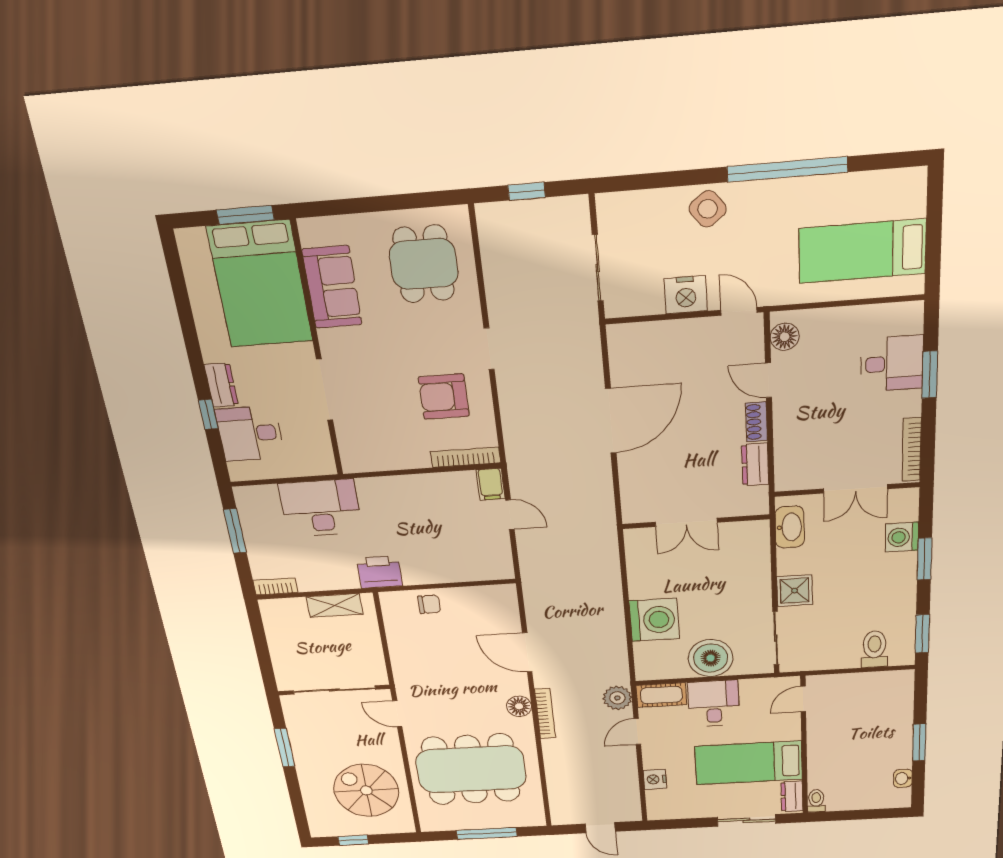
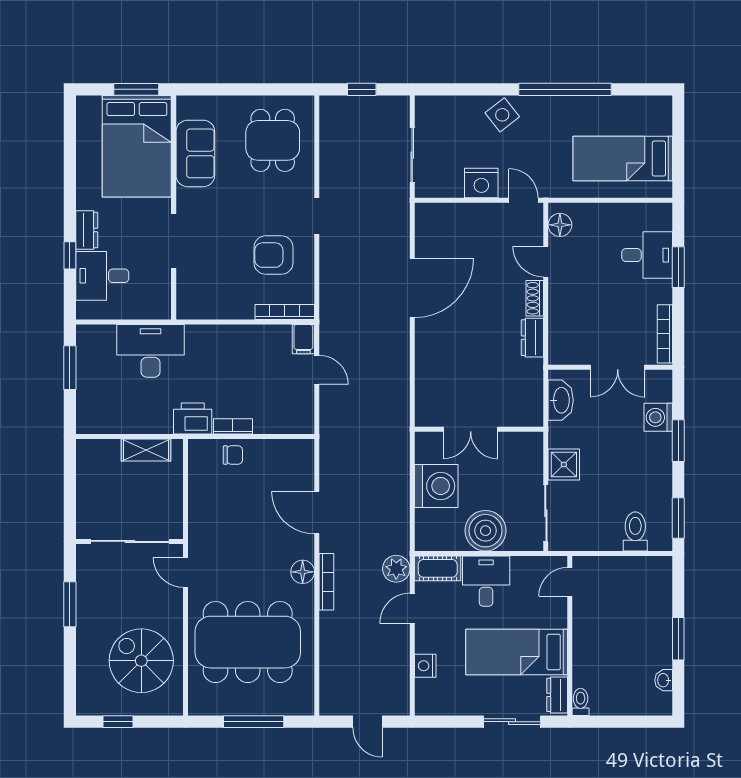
double door: (686, 522) -> (471, 429), moved
wall: (696, 522) -> (479, 429), moved
bookcase: (275, 586) -> (233, 426), moved

